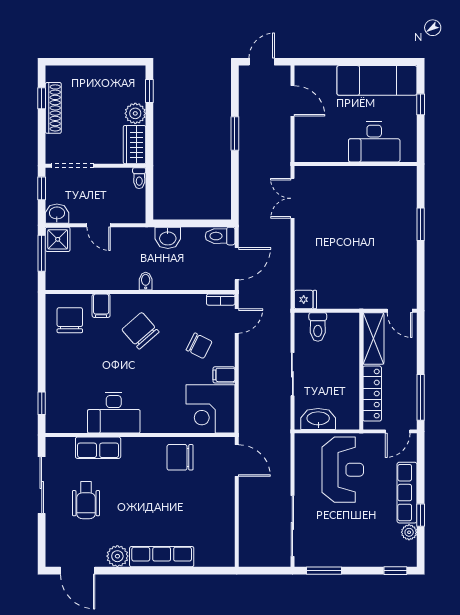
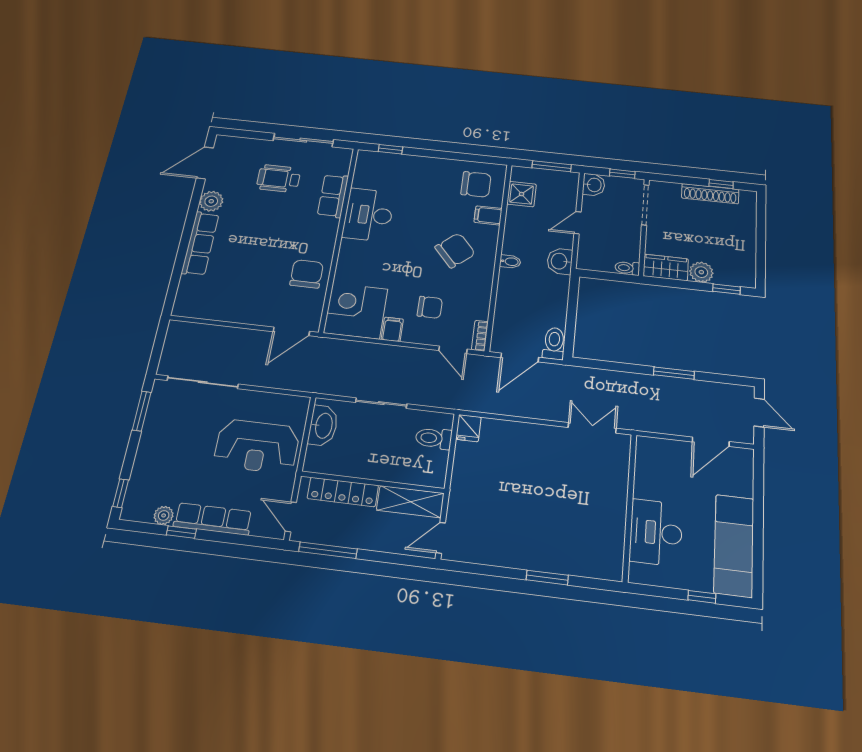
washbasin: (168, 238) -> (560, 261), moved
shower: (58, 239) -> (522, 194), moved
door: (237, 264) -> (520, 357), hinge flipped
chair: (199, 346) -> (430, 307), turned -117

